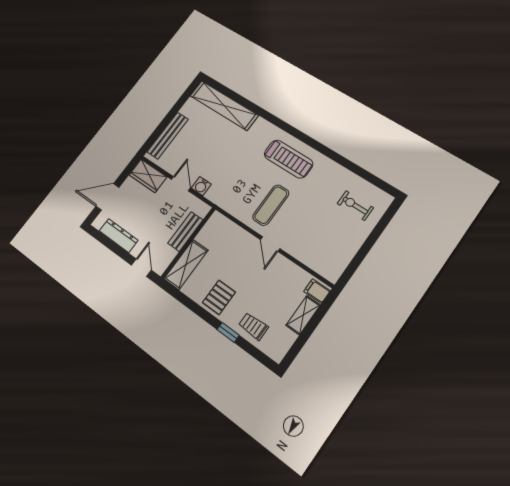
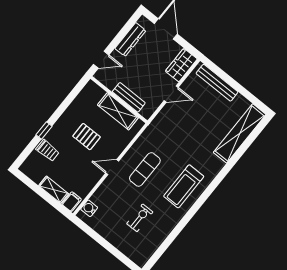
water cooler: (201, 186) -> (89, 208), moved
exercise mat: (271, 205) -> (145, 169), turned 90
exercise bike: (355, 206) -> (140, 218), moved
shelving: (186, 265) -> (118, 111), moved
pallet: (219, 297) -> (87, 137), moved
trolley: (253, 326) -> (48, 151), turned 90

